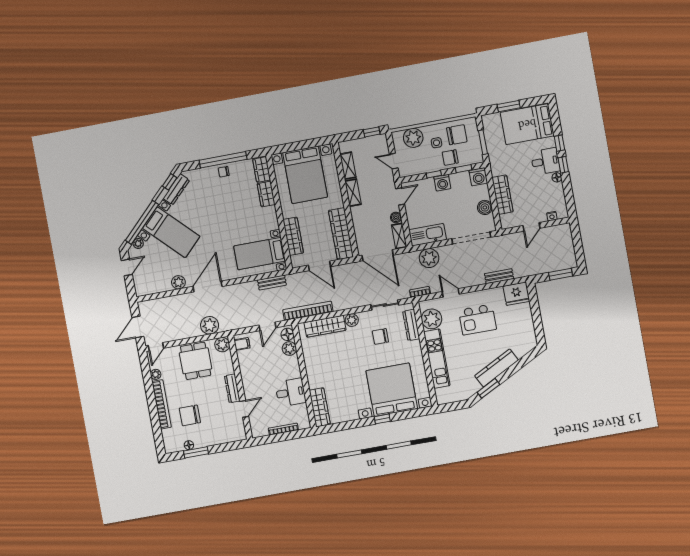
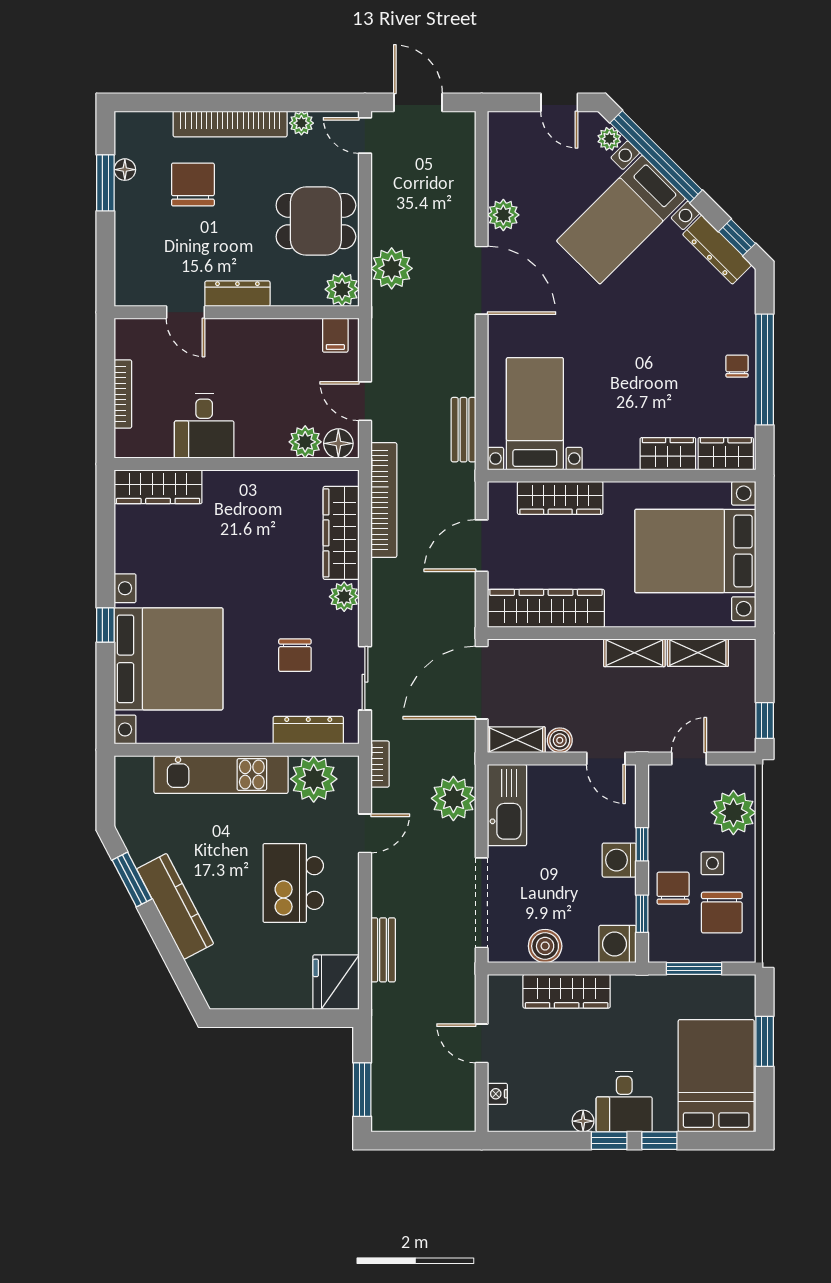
chair: (380, 336) -> (295, 655), turned 180

